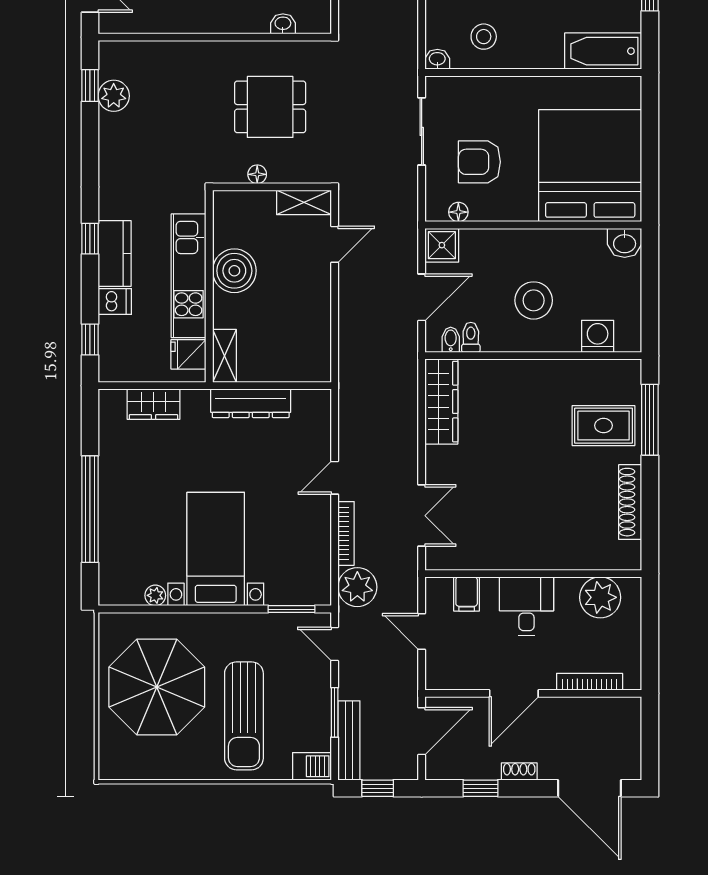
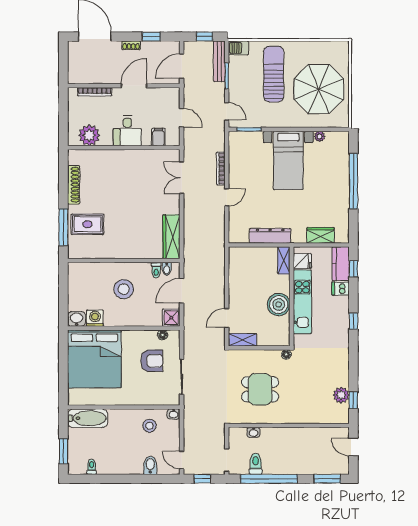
floor lamp: (257, 174) -> (286, 354), moved
kitchen counter: (115, 253) -> (341, 264), moved
washing machine: (598, 336) -> (95, 318), moved, turned 180
plant: (357, 587) -> (215, 141), removed

